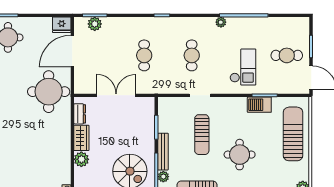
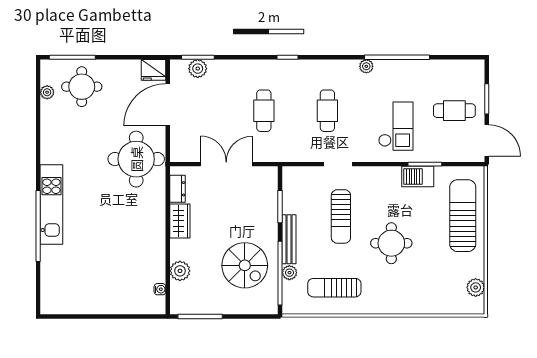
plant: (81, 159) -> (180, 271), moved

